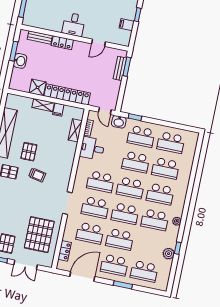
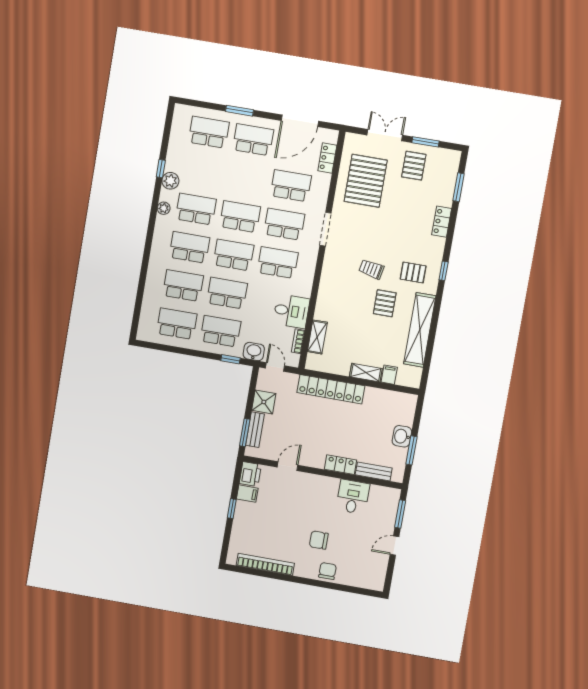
desk: (74, 24) -> (353, 497), moved
printer: (124, 38) -> (250, 474), added
shower: (38, 87) -> (264, 402), moved
filing cabinet: (58, 110) -> (389, 375), moved
school desk: (120, 239) -> (247, 178), removed
plant: (169, 254) -> (170, 181), moved

